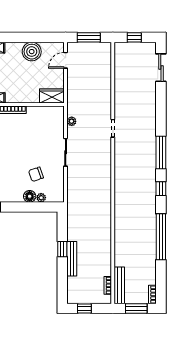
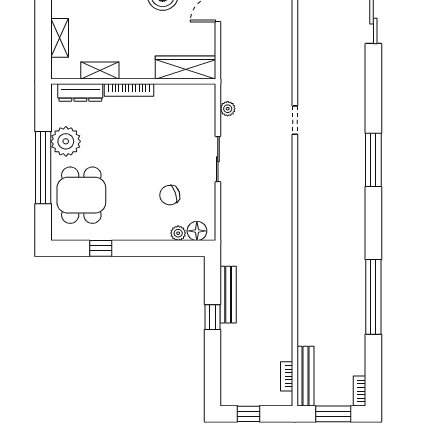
wardrobe: (52, 96) -> (186, 67), width x1.50
window: (161, 189) -> (373, 218), removed
floor lamp: (30, 196) -> (197, 231), moved
bench: (72, 259) -> (228, 295), moved

